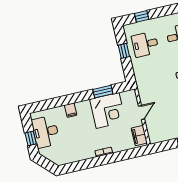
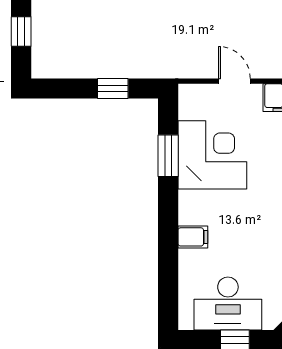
desk: (145, 44) -> (85, 38), removed
window: (124, 51) -> (113, 88), moved

